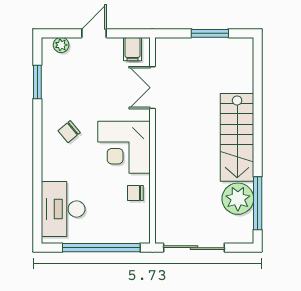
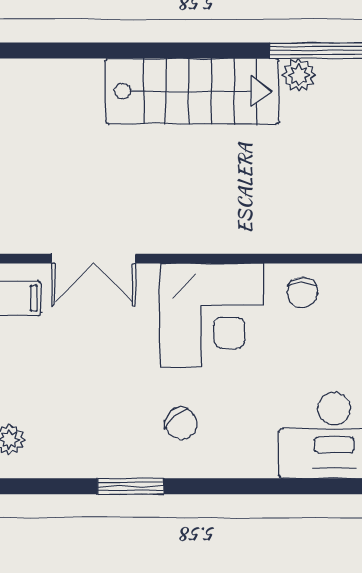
window: (37, 82) -> (131, 486), moved
plant: (238, 199) -> (299, 75), width x0.53, depth x0.53

